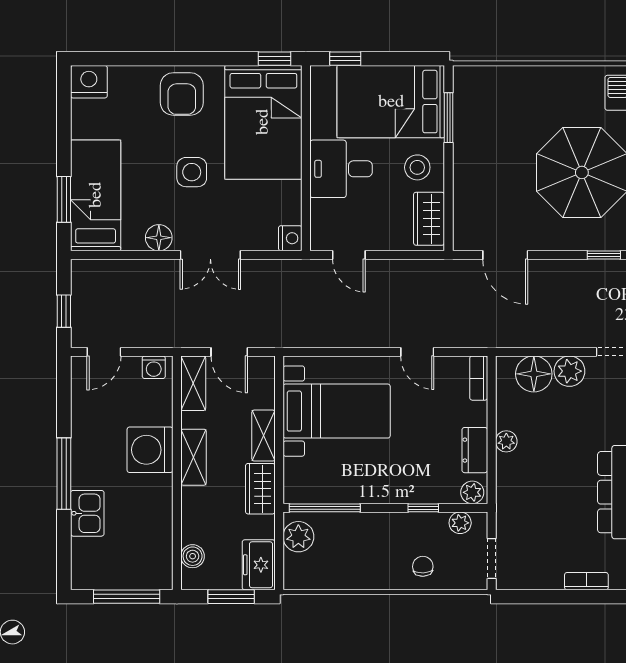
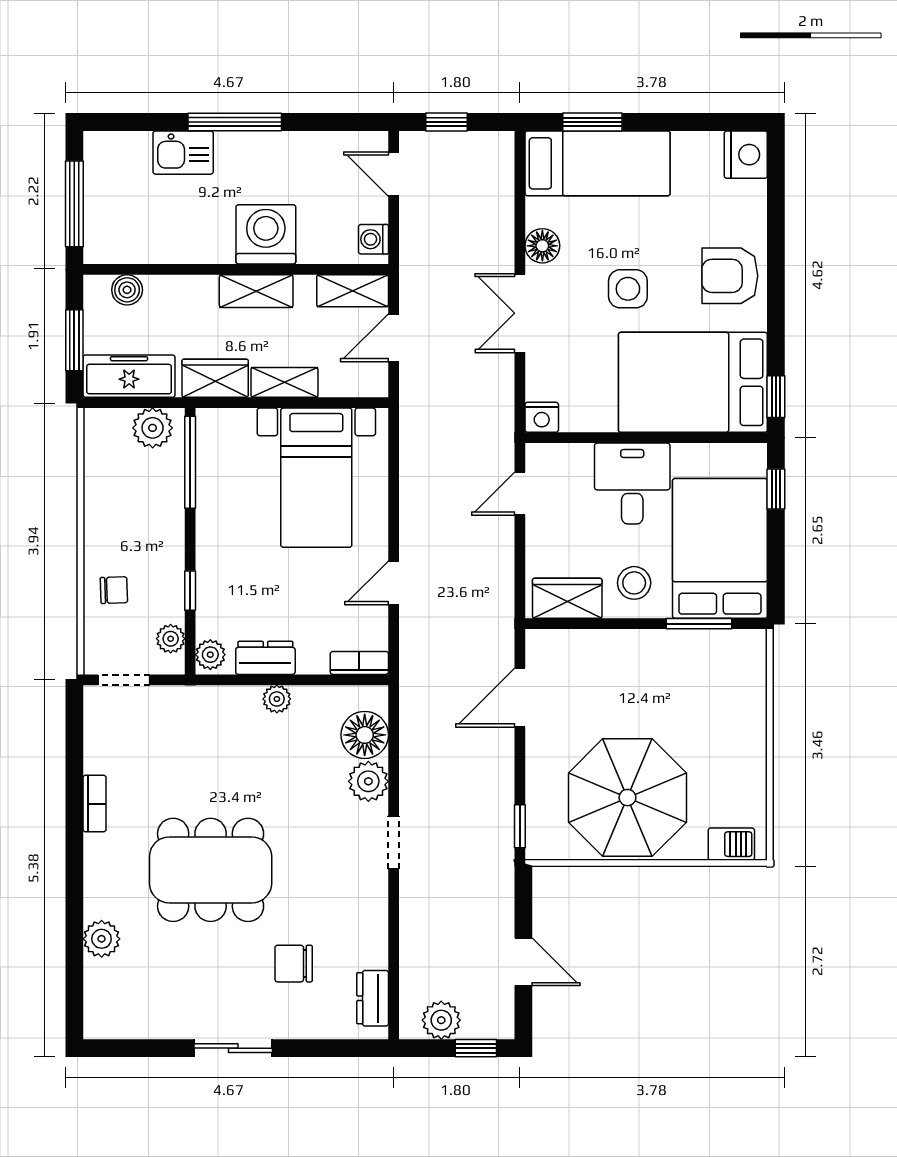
freezer: (259, 565) -> (129, 376), width x1.40

